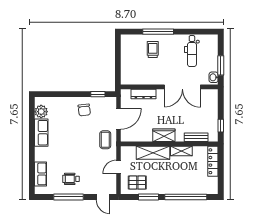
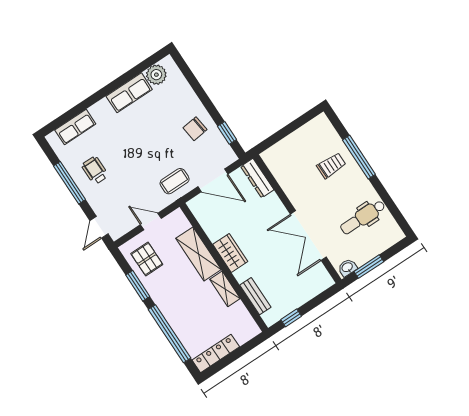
dresser: (143, 94) -> (257, 178), moved
locker: (213, 161) -> (216, 353), moved

